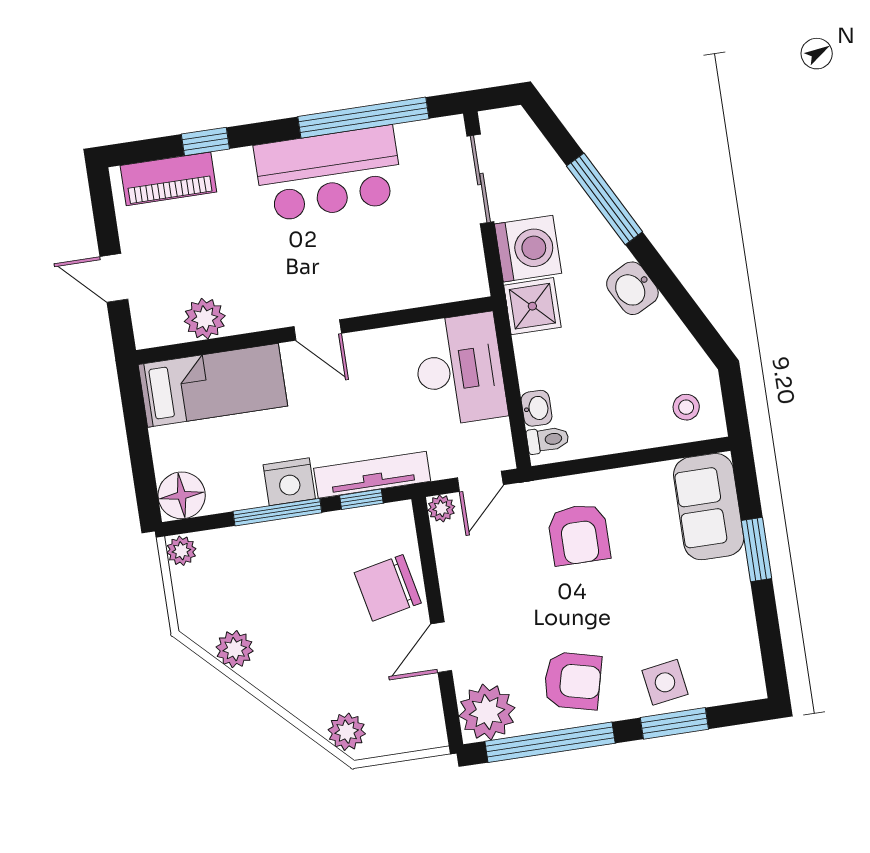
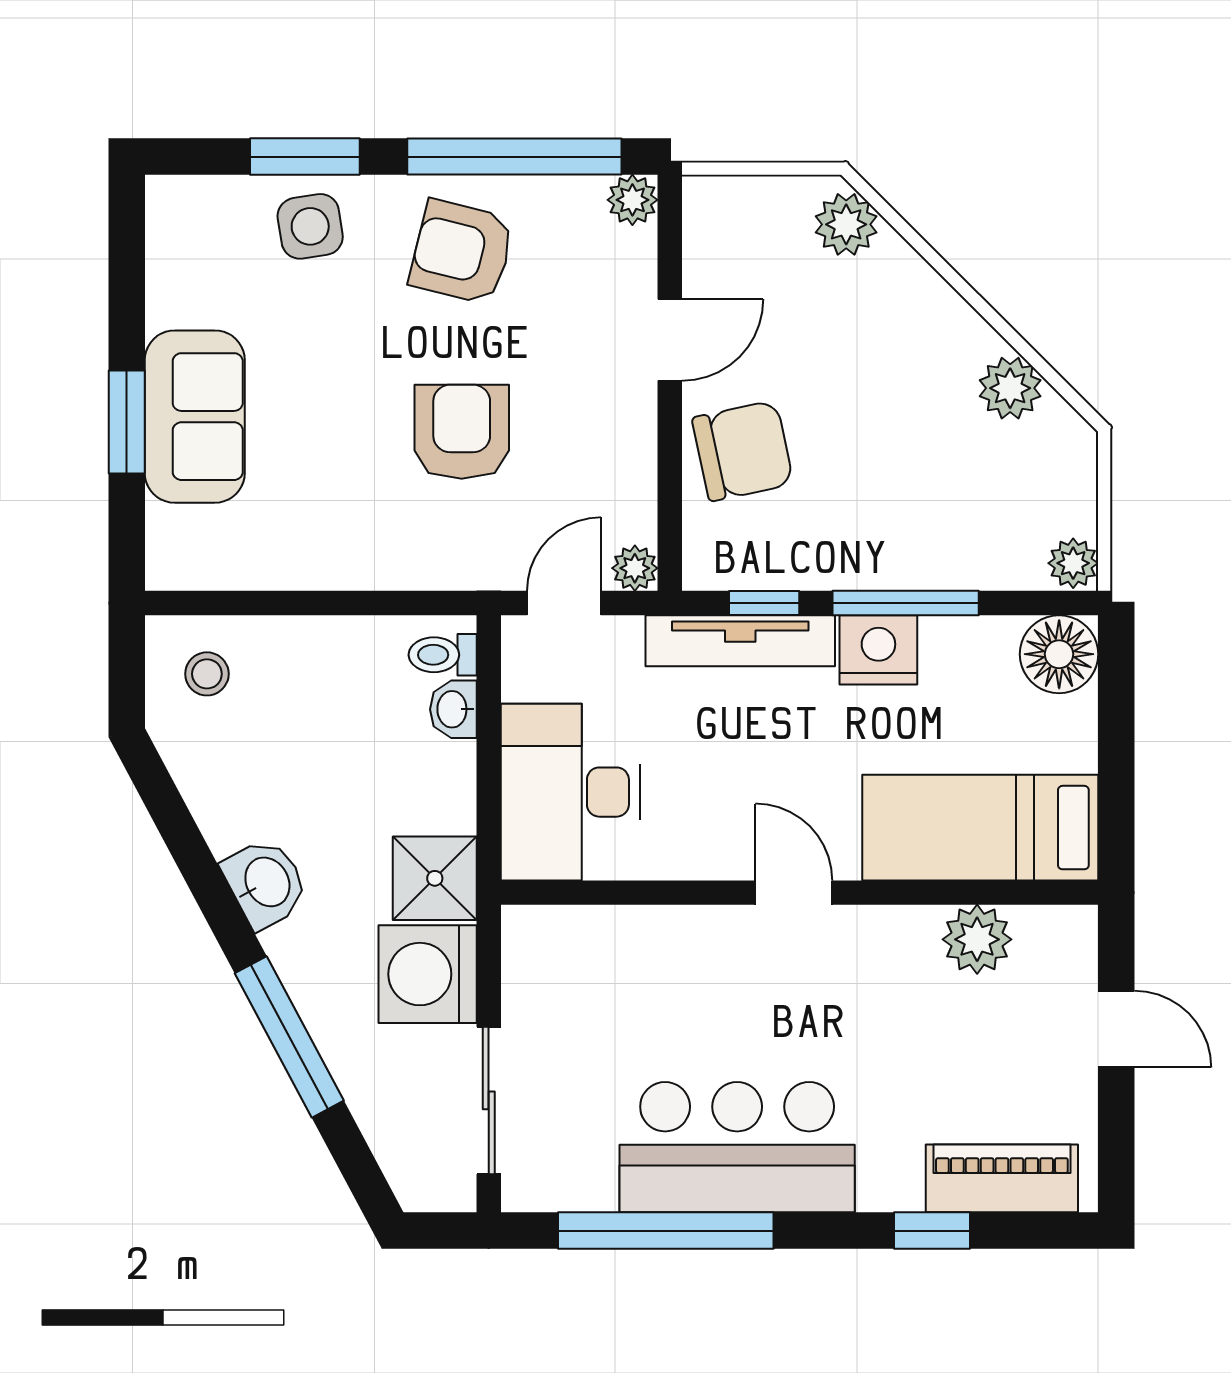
sofa: (709, 507) -> (195, 417), moved
armchair: (579, 534) -> (462, 432), moved
plant: (487, 712) -> (632, 200), width x0.53, depth x0.53

